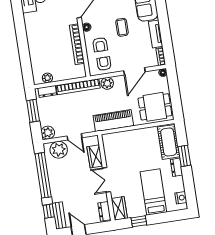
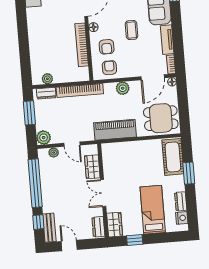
door: (134, 71) -> (153, 77), moved
plant: (107, 83) -> (123, 88), moved
plant: (59, 150) -> (54, 153), width x0.53, depth x0.53
dresser: (176, 167) -> (181, 201), moved

